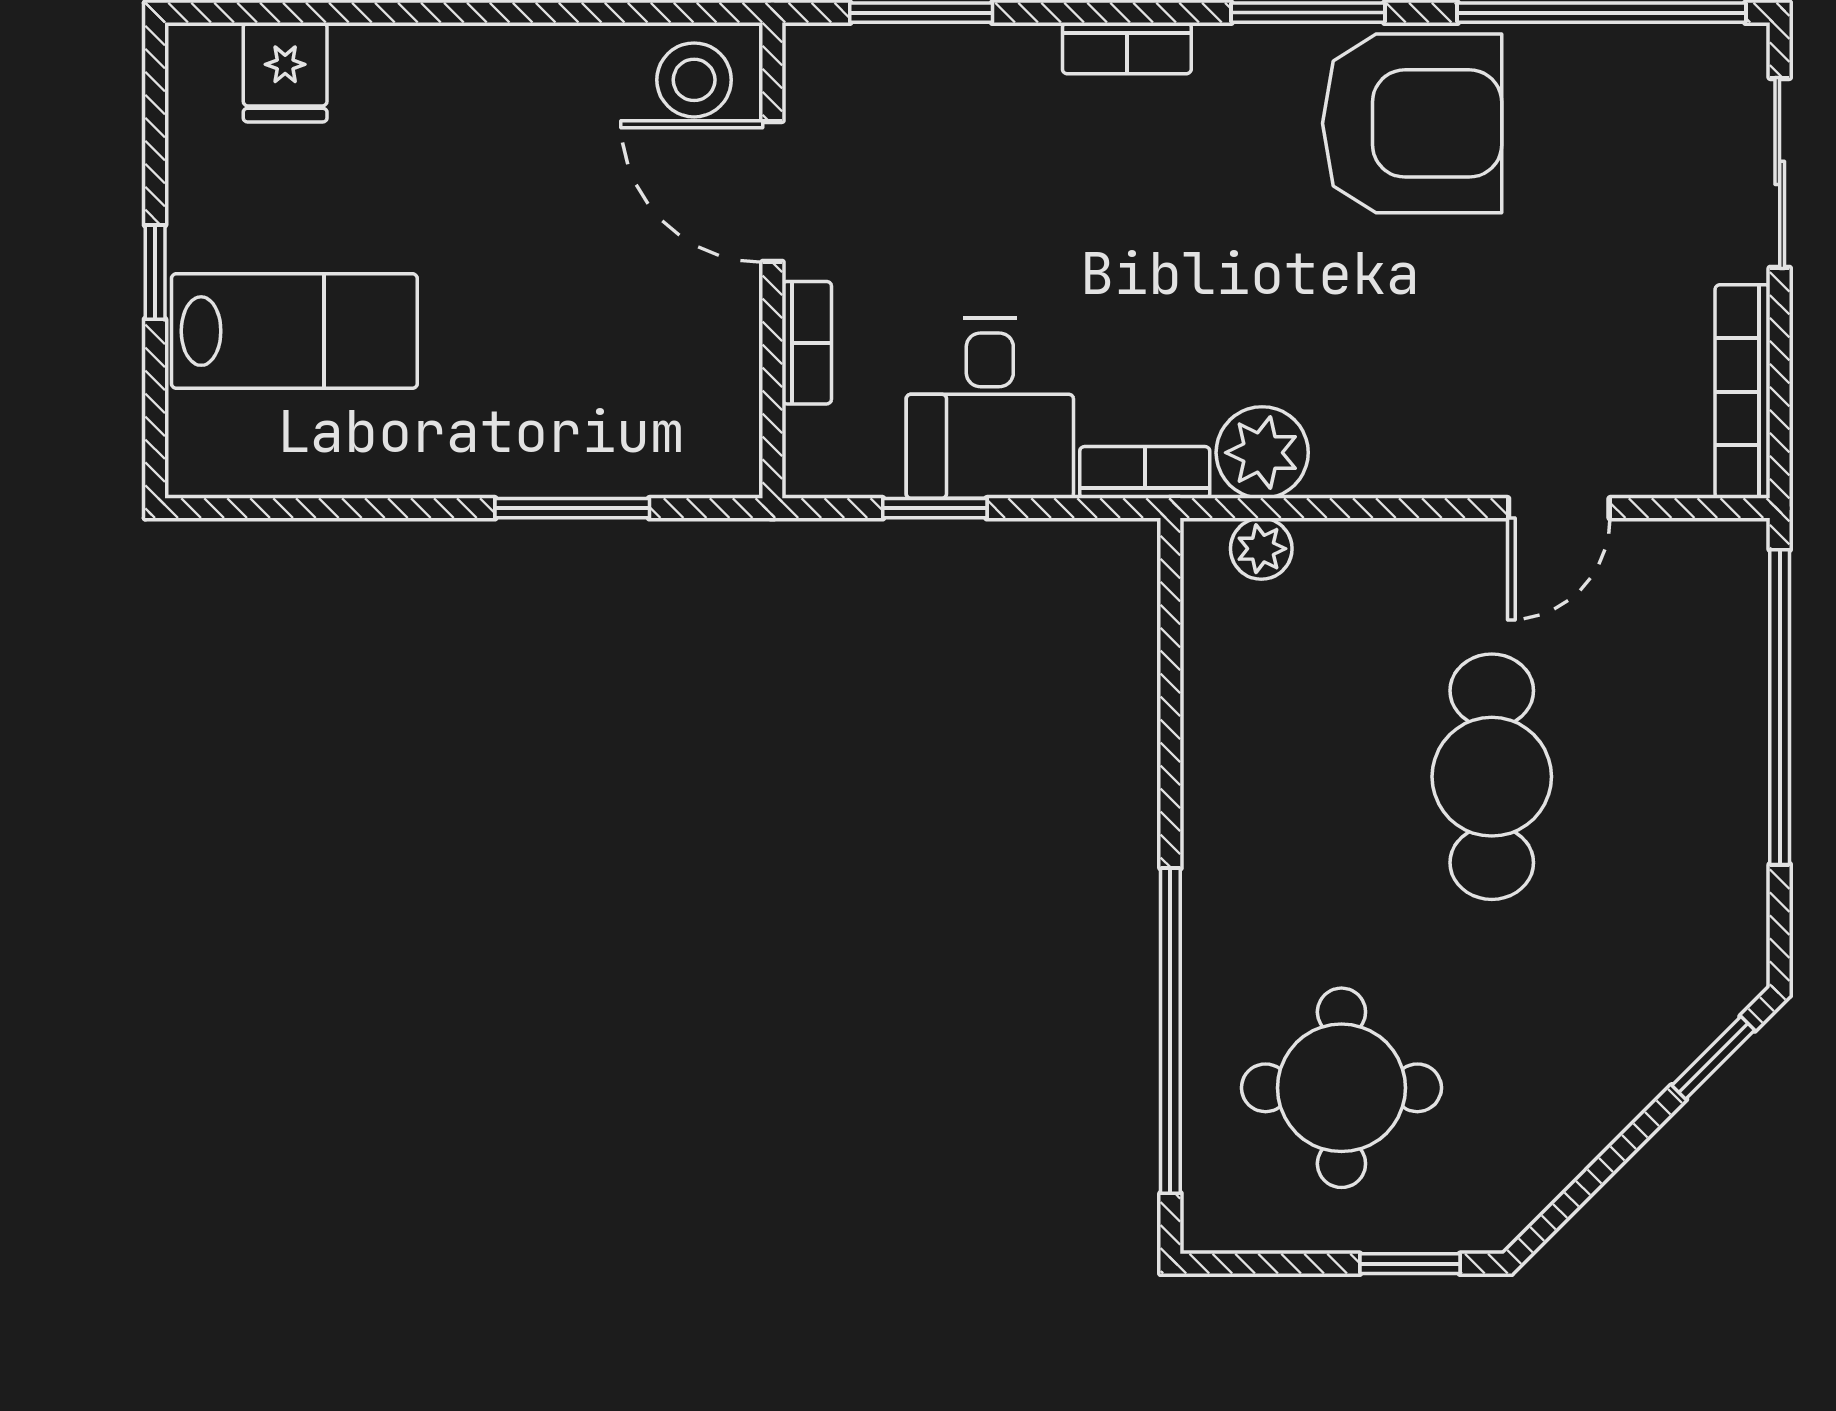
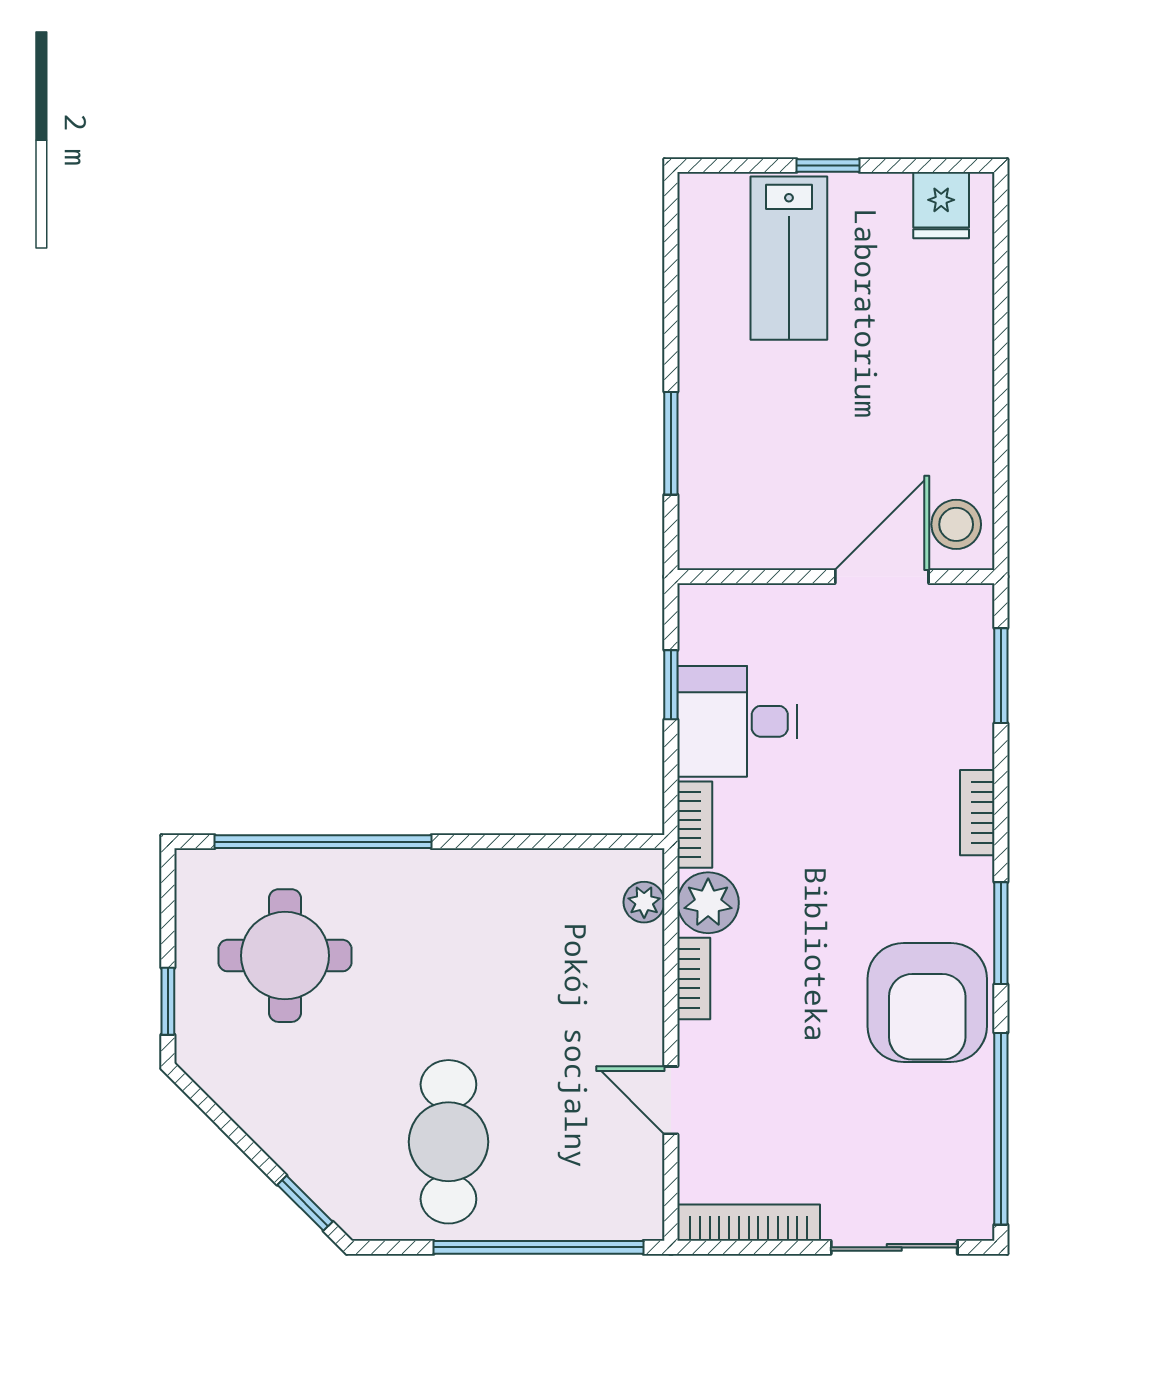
fridge: (285, 72) -> (941, 205), moved, turned -90
bookcase: (807, 343) -> (694, 979), moved, turned -90
cafe table: (1492, 777) -> (448, 1142), moved, turned 90

